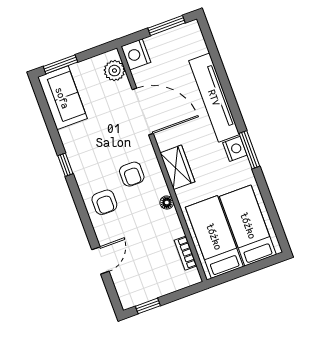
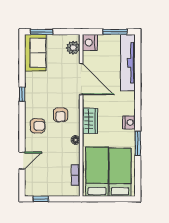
tv unit: (214, 98) -> (128, 63), moved
window: (249, 150) -> (138, 143), moved
armchair: (104, 202) -> (38, 126), turned -90

